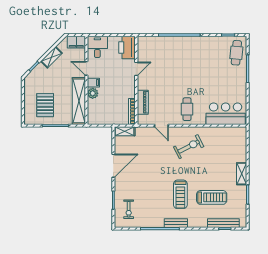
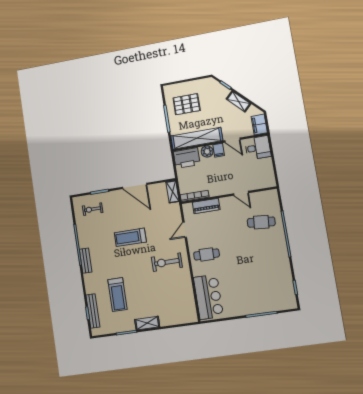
printer: (127, 48) -> (187, 158), moved, turned 180
cafe table: (236, 53) -> (261, 222), moved
door: (86, 68) -> (233, 140), swing flipped
exercise bike: (189, 147) -> (167, 262), turned 117
treadmill: (180, 194) -> (130, 237), moved

